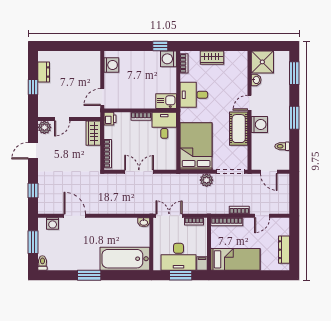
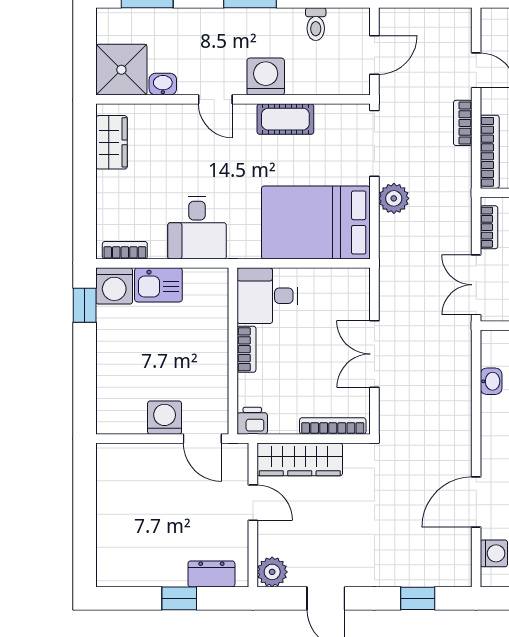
wardrobe: (212, 58) -> (111, 142), moved
washing machine: (111, 65) -> (165, 418), moved
dresser: (44, 72) -> (211, 574), moved
kitchen sink: (166, 101) -> (158, 285), moved, turned -90
door: (62, 119) -> (253, 503), moved
cot: (239, 129) -> (285, 119), width x0.73, depth x0.75
wardrobe: (93, 133) -> (300, 459), width x1.50
washbasin: (144, 222) -> (491, 381), moved

